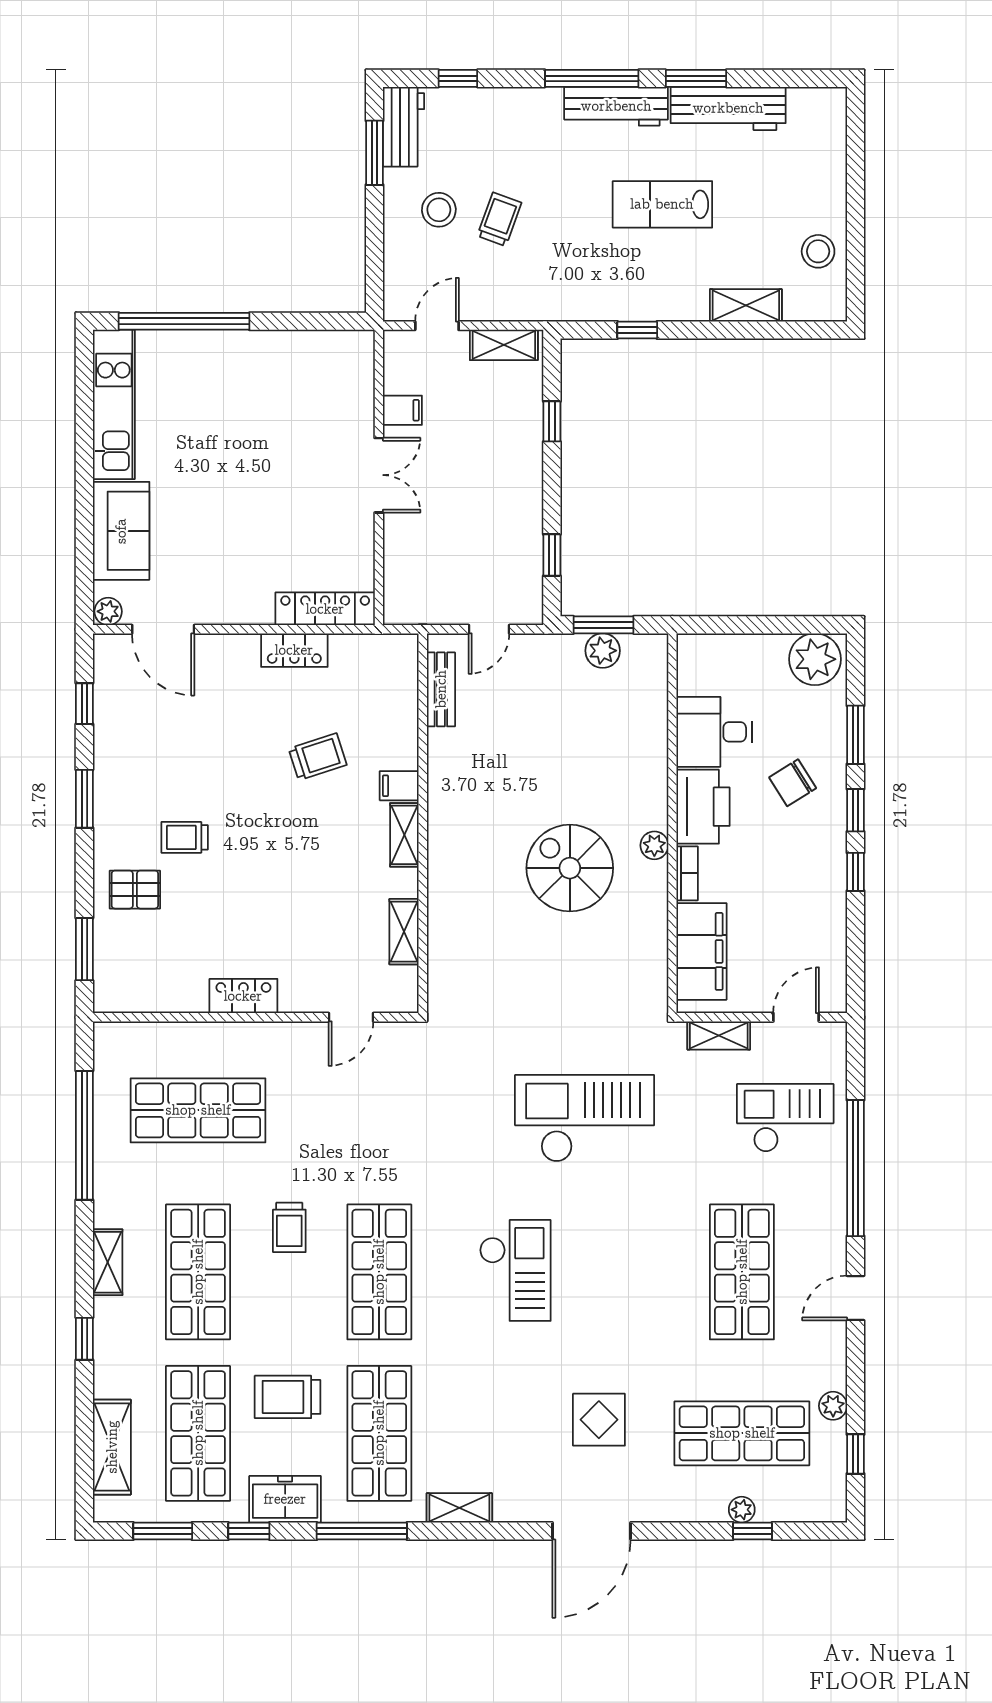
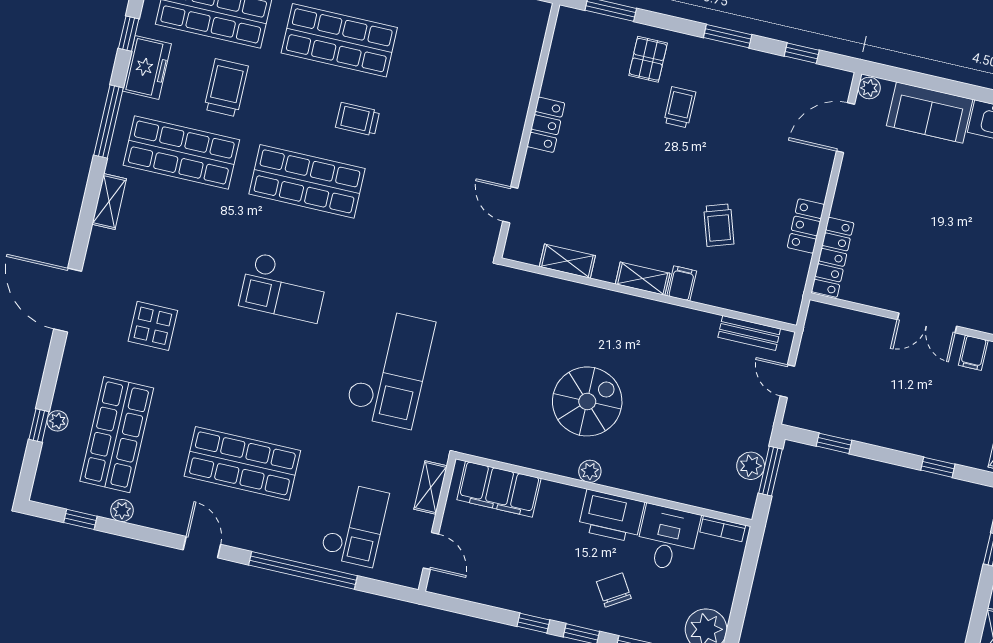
bookcase: (687, 873) -> (723, 529), moved
shop shelf: (198, 1110) -> (465, 69), removed

